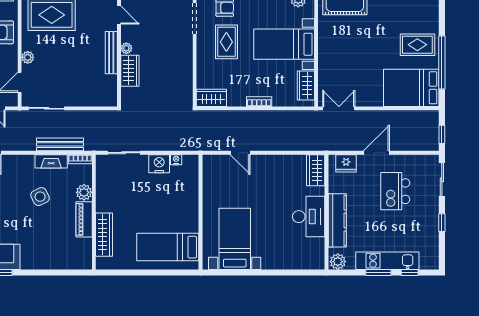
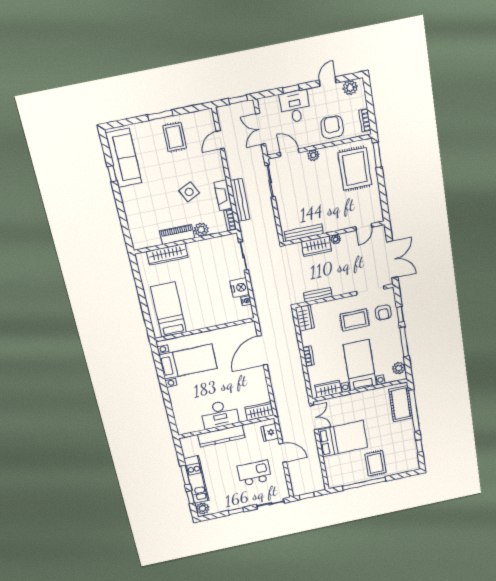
bench: (111, 53) -> (304, 233), moved
bench: (187, 78) -> (318, 295), added
bed: (411, 88) -> (343, 439), moved, turned 90
door: (240, 153) -> (262, 350), width x1.88
plant: (338, 262) -> (203, 508), moved

